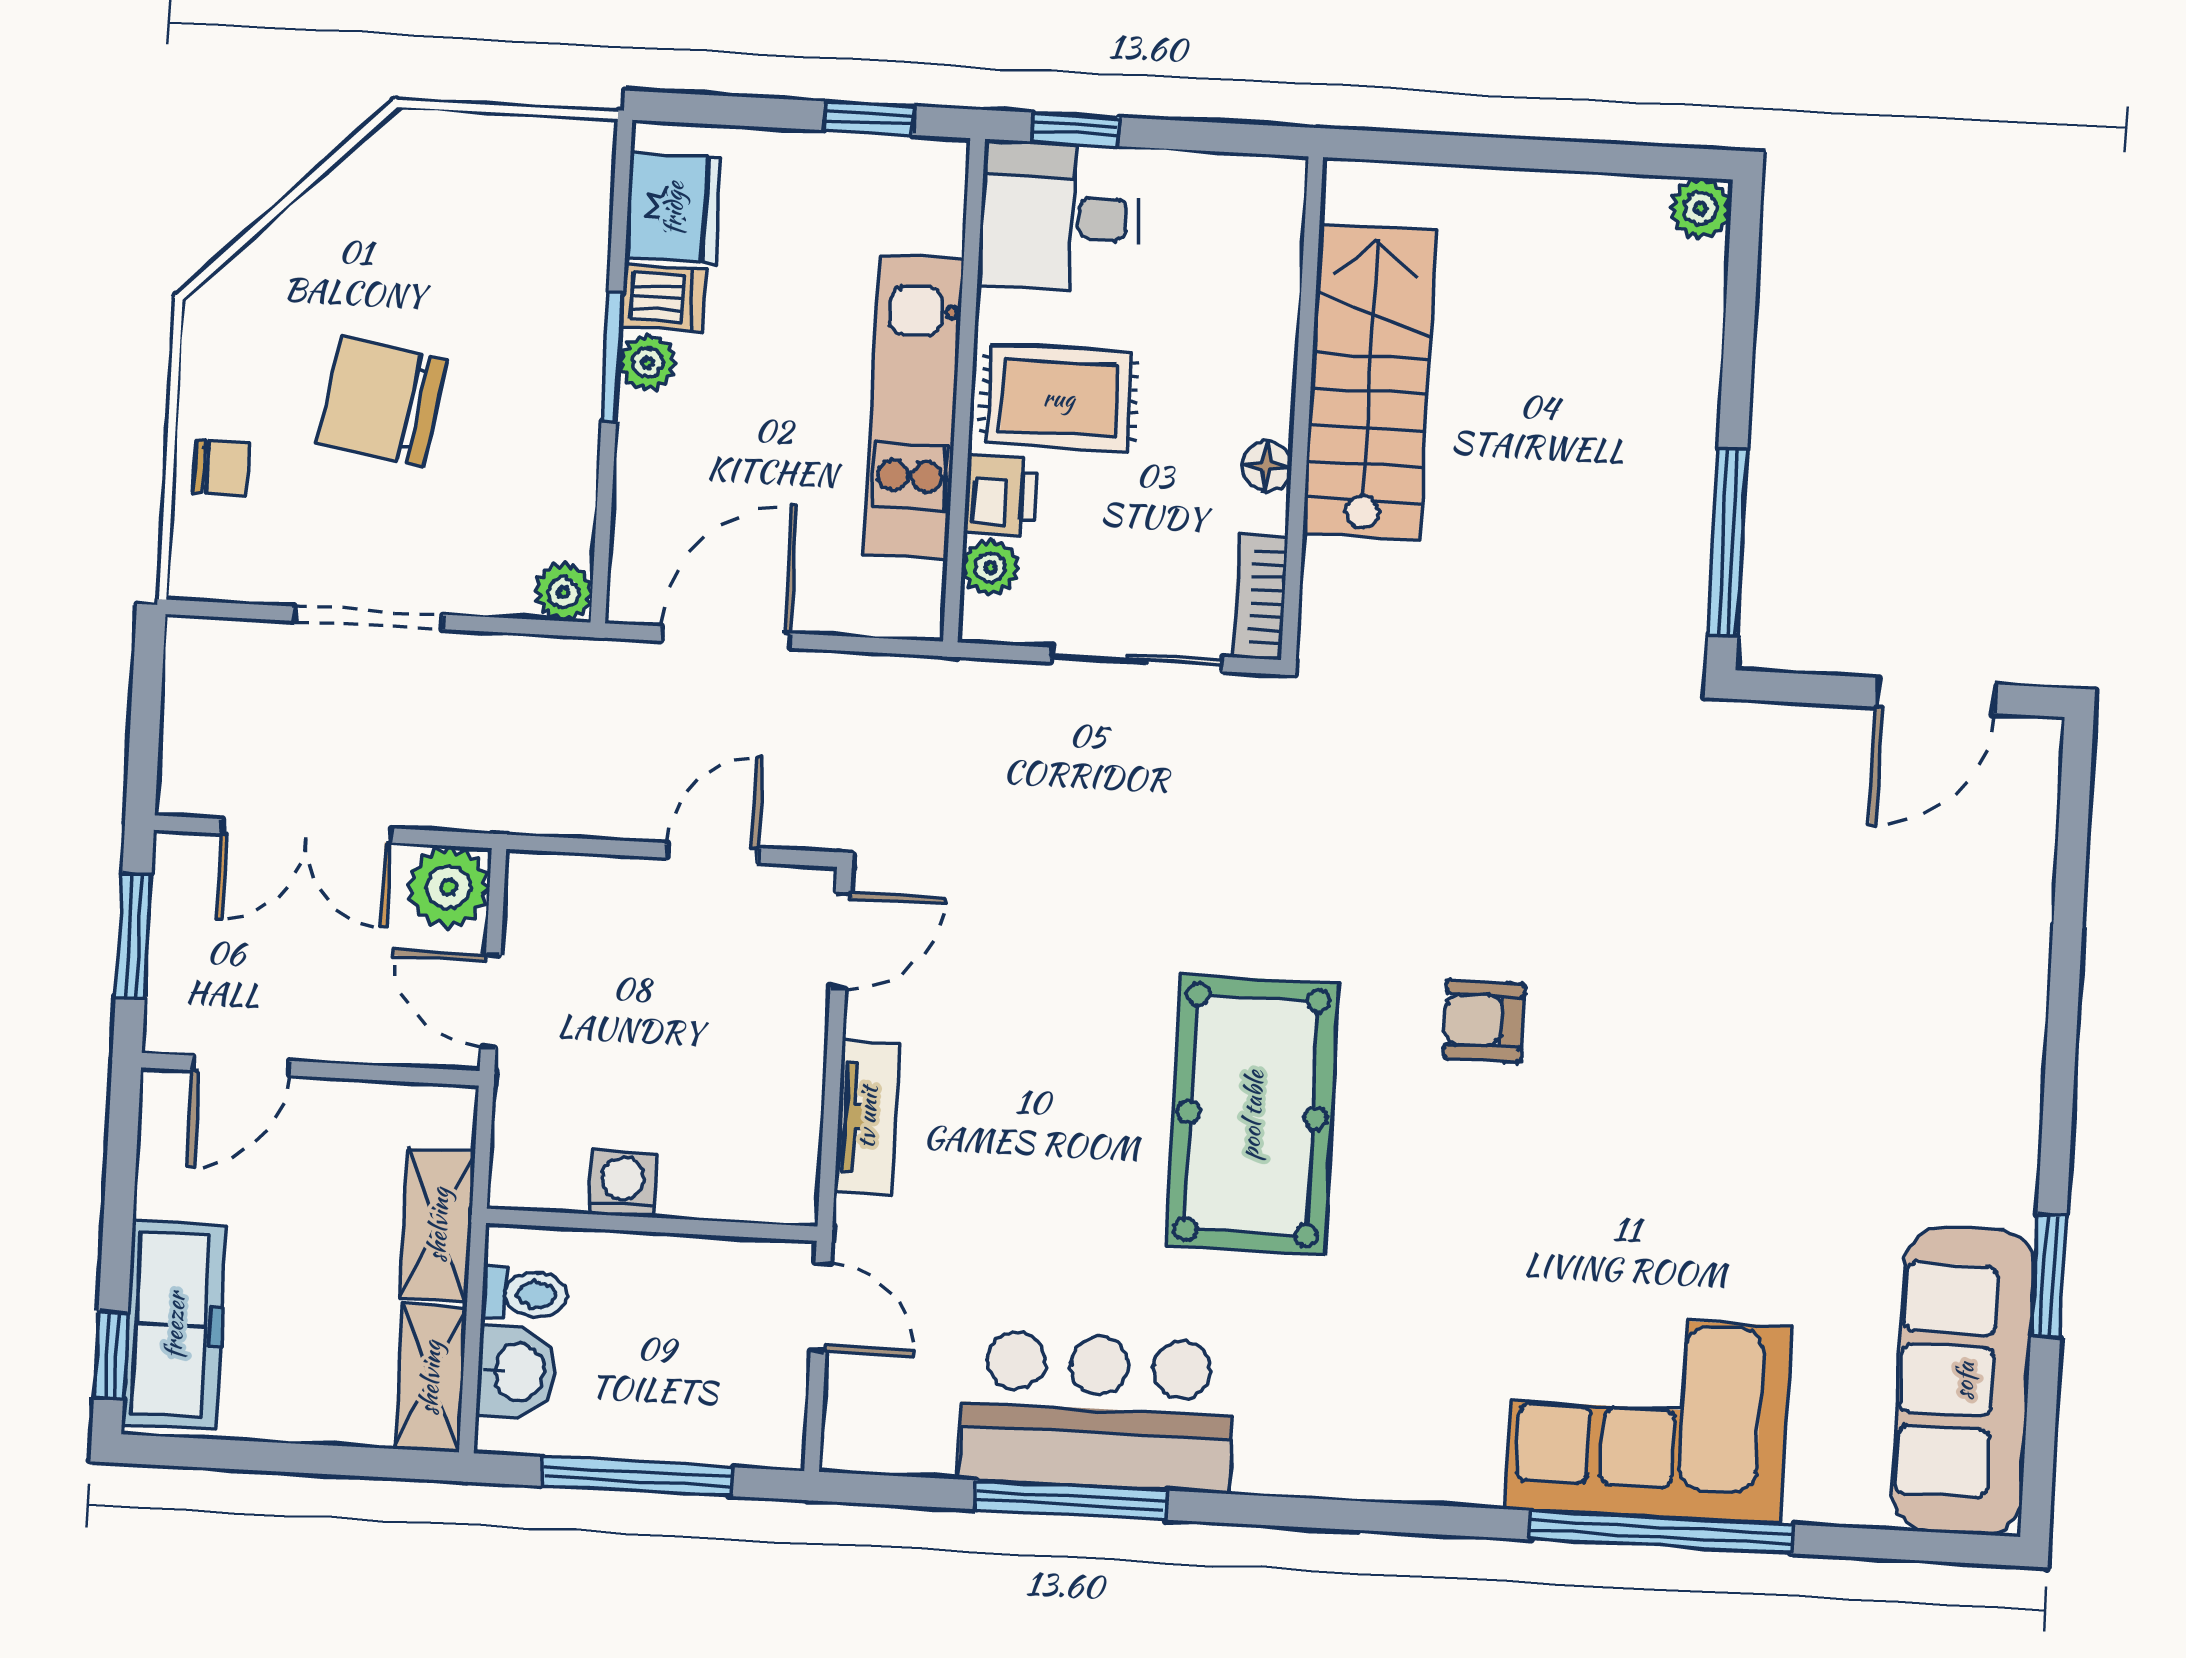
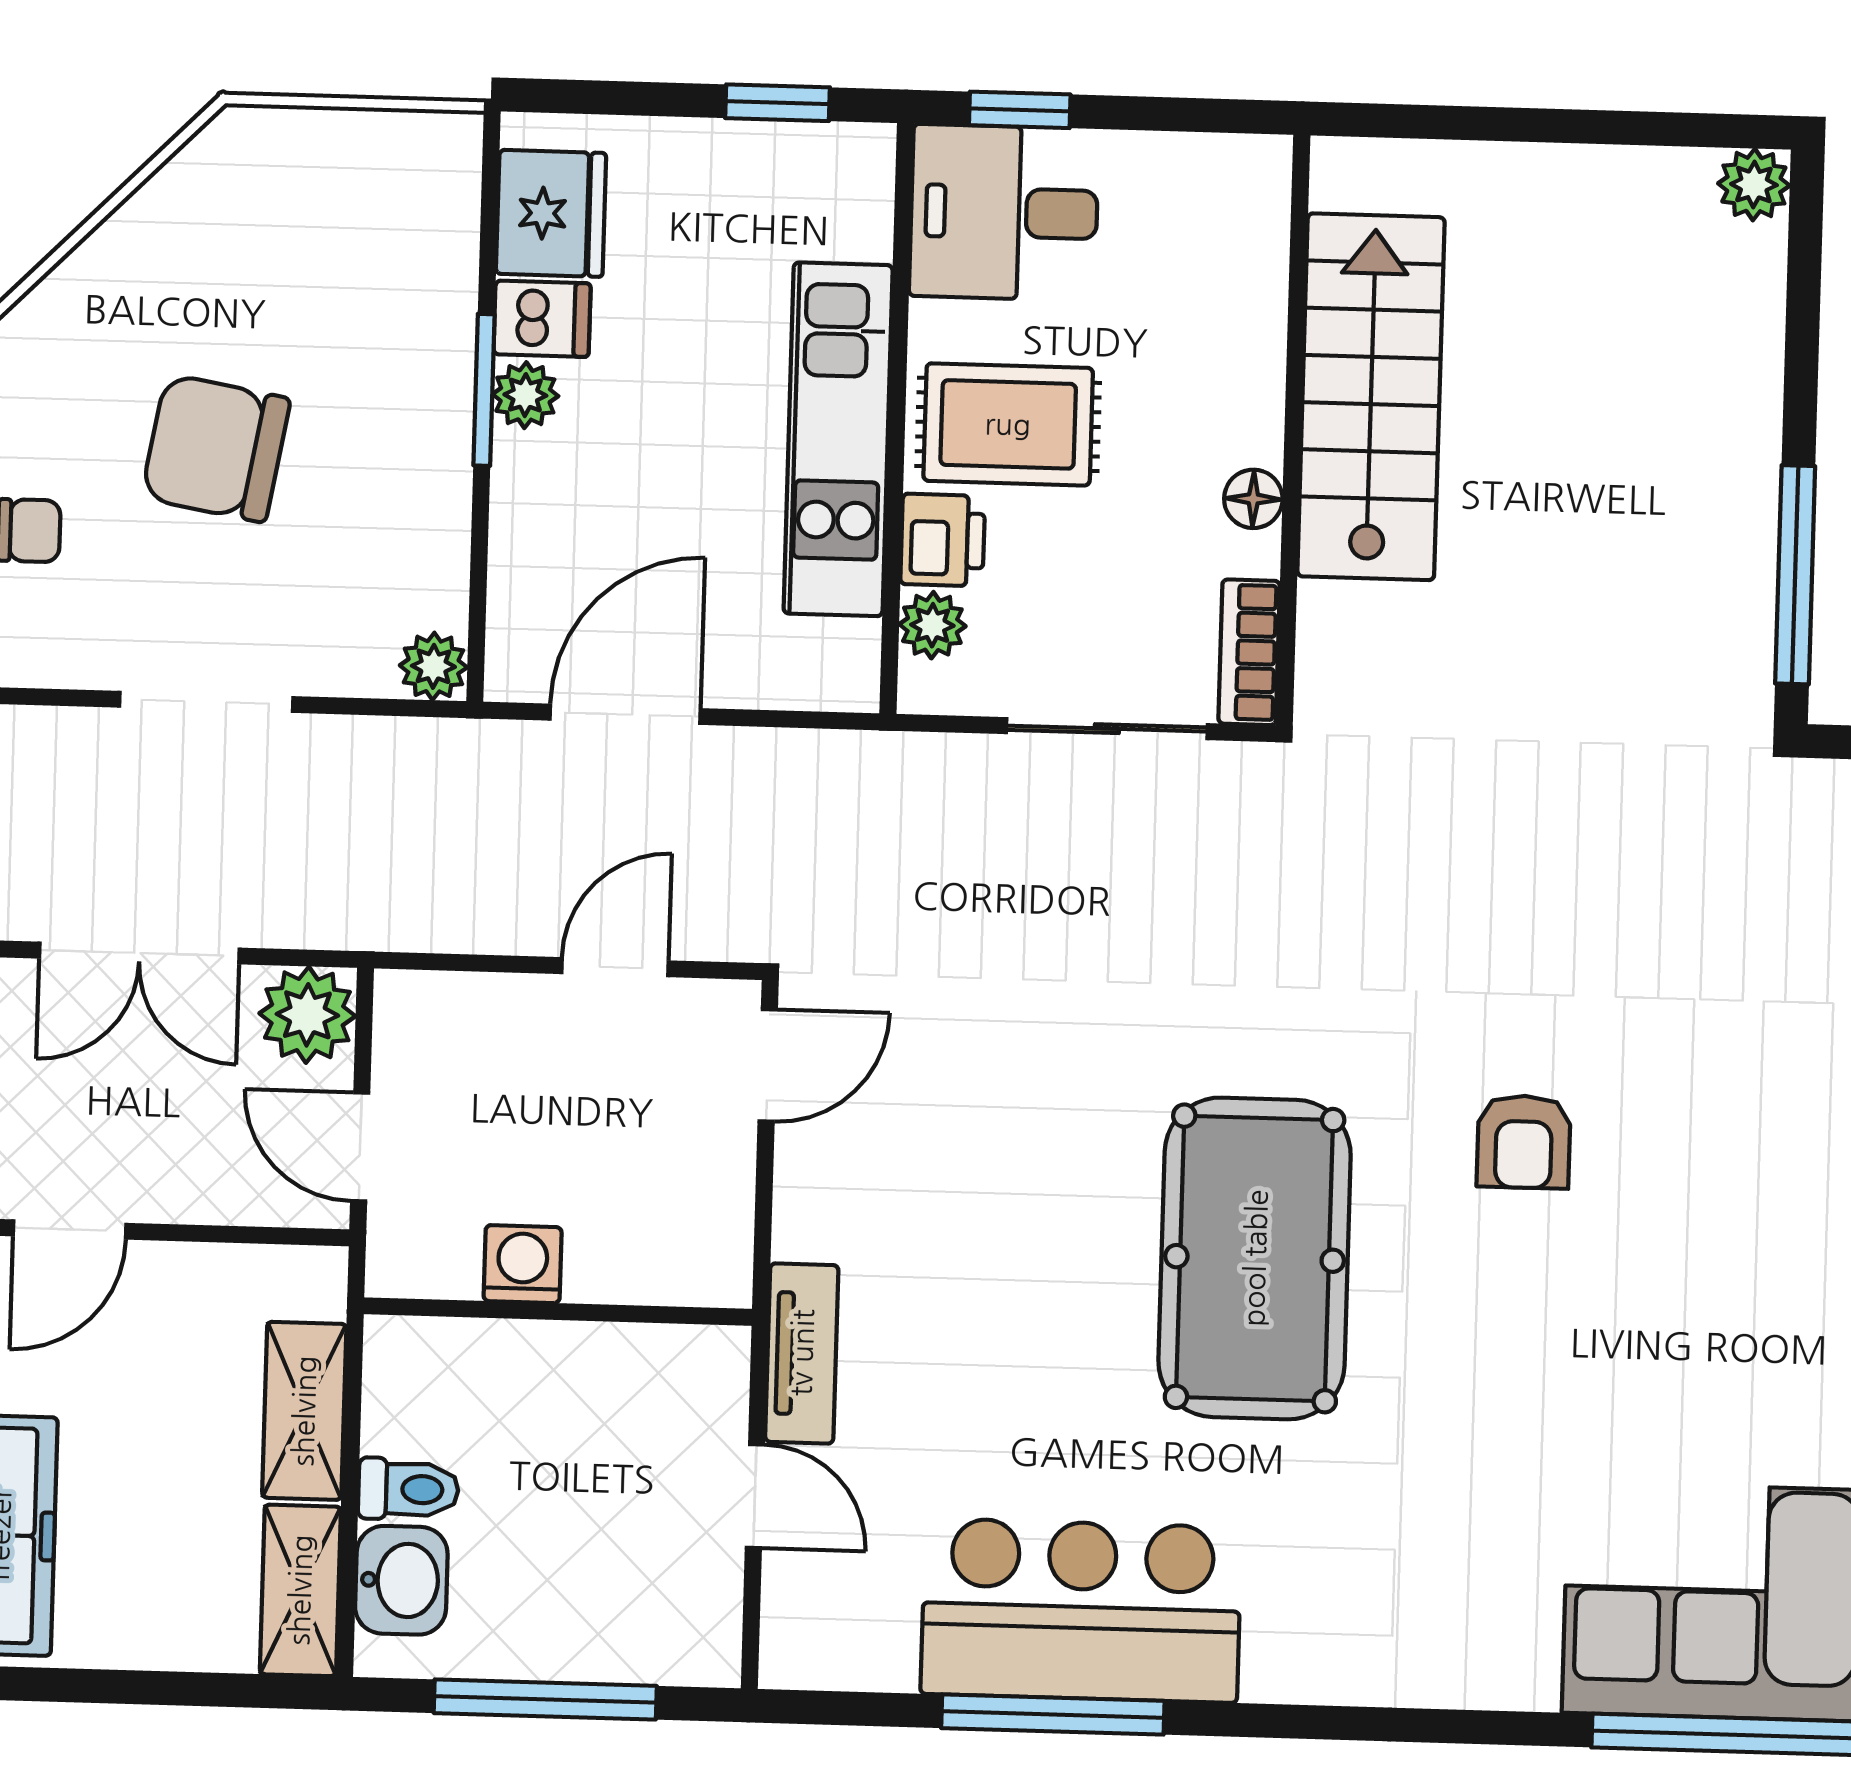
armchair: (1484, 1021) -> (1524, 1142), turned -90
tv unit: (867, 1117) -> (802, 1353), moved
washing machine: (623, 1184) -> (523, 1264), moved
wall: (652, 1225) -> (558, 1312), moved

